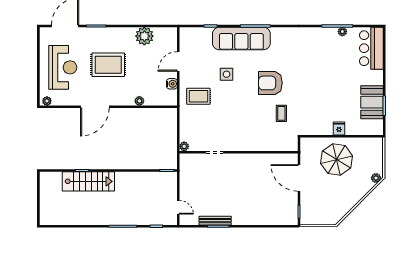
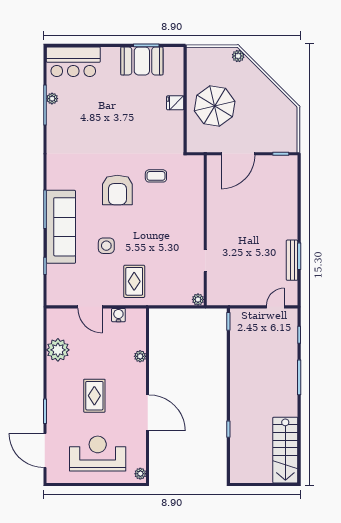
rug: (108, 65) -> (94, 396), width x0.73, depth x0.70
stairs: (88, 181) -> (285, 450), moved, turned 180

